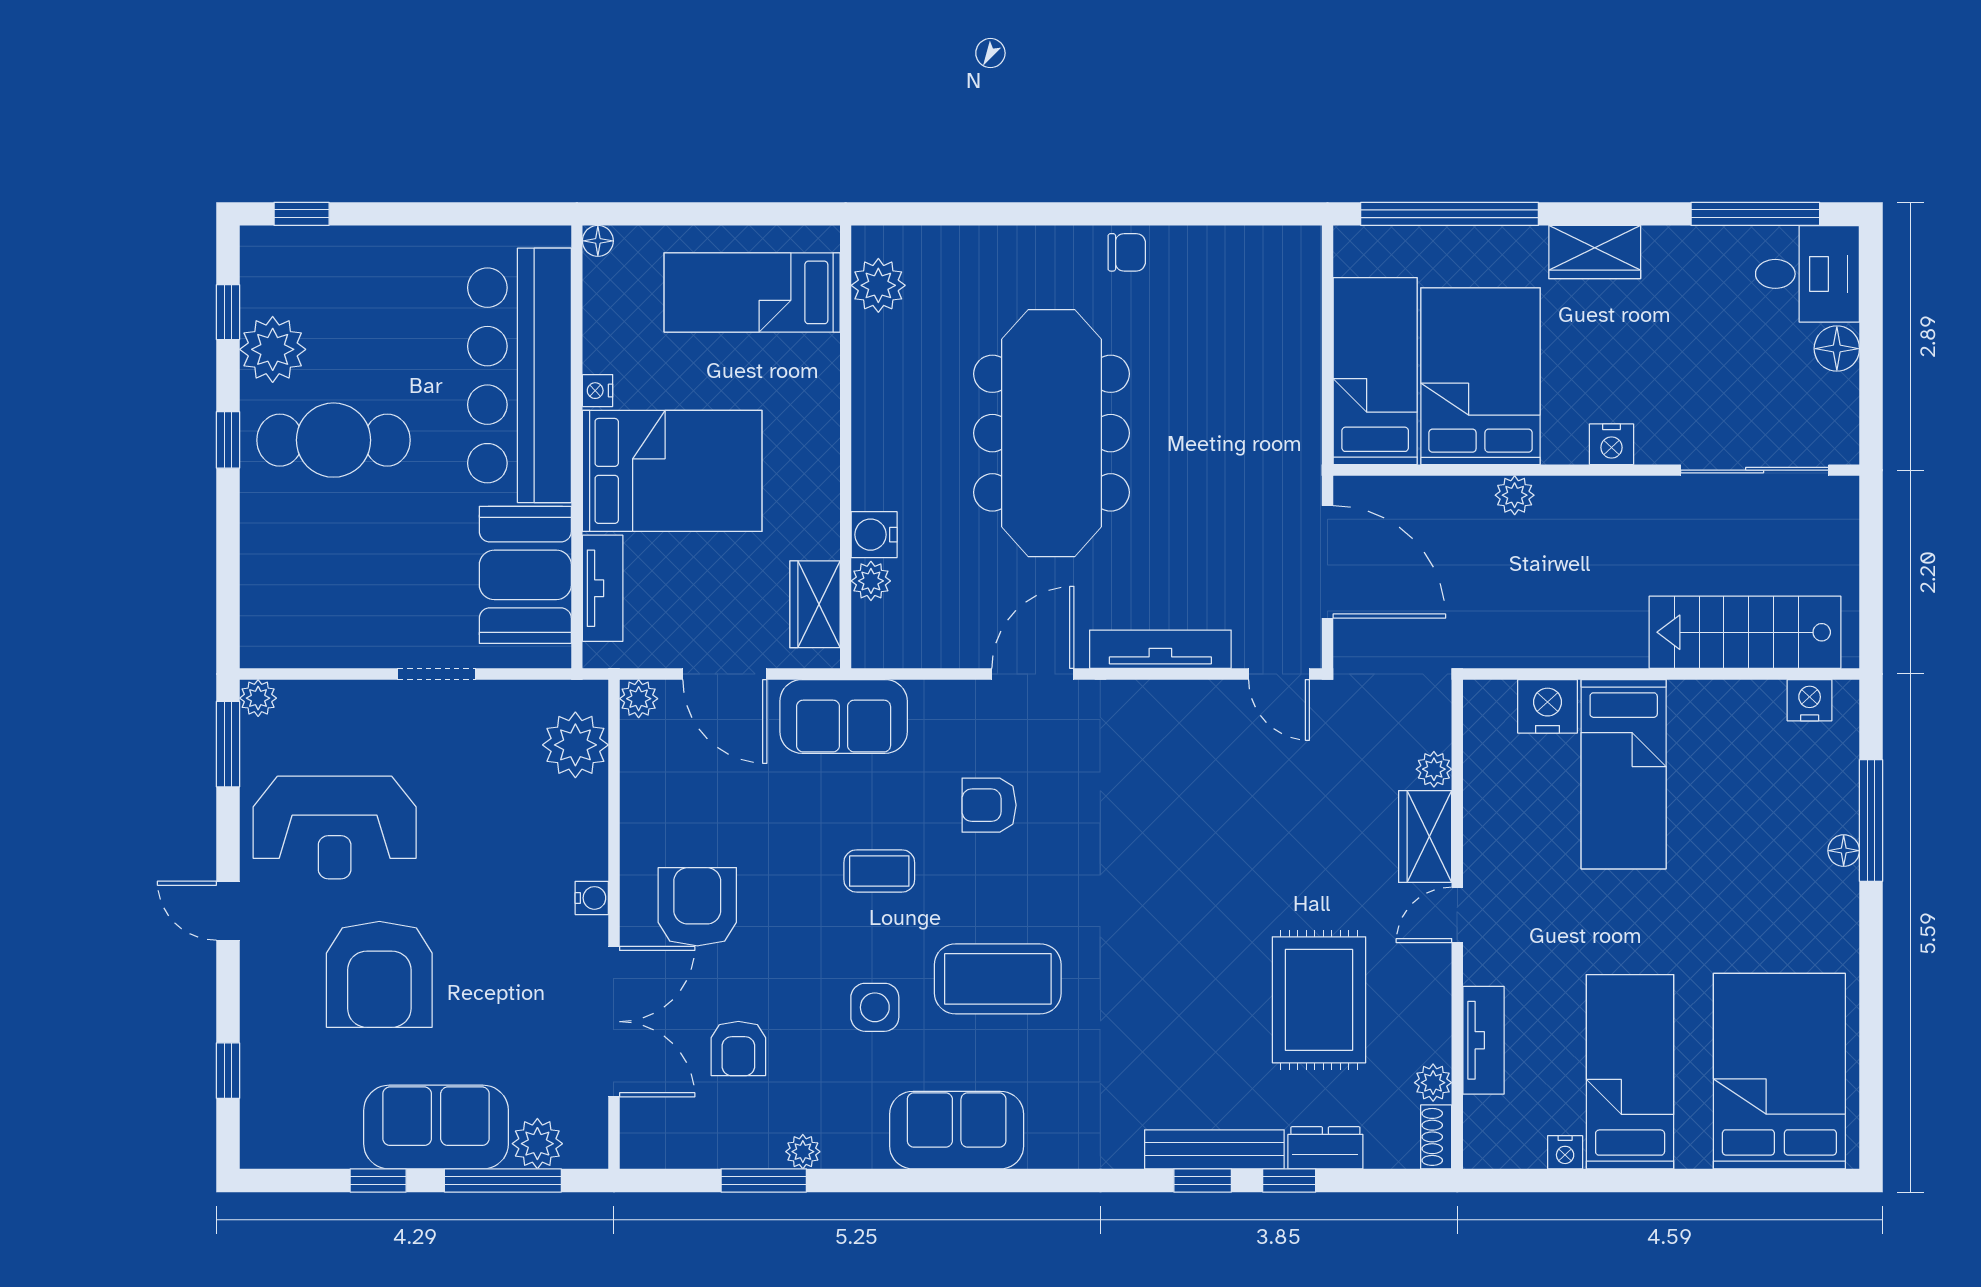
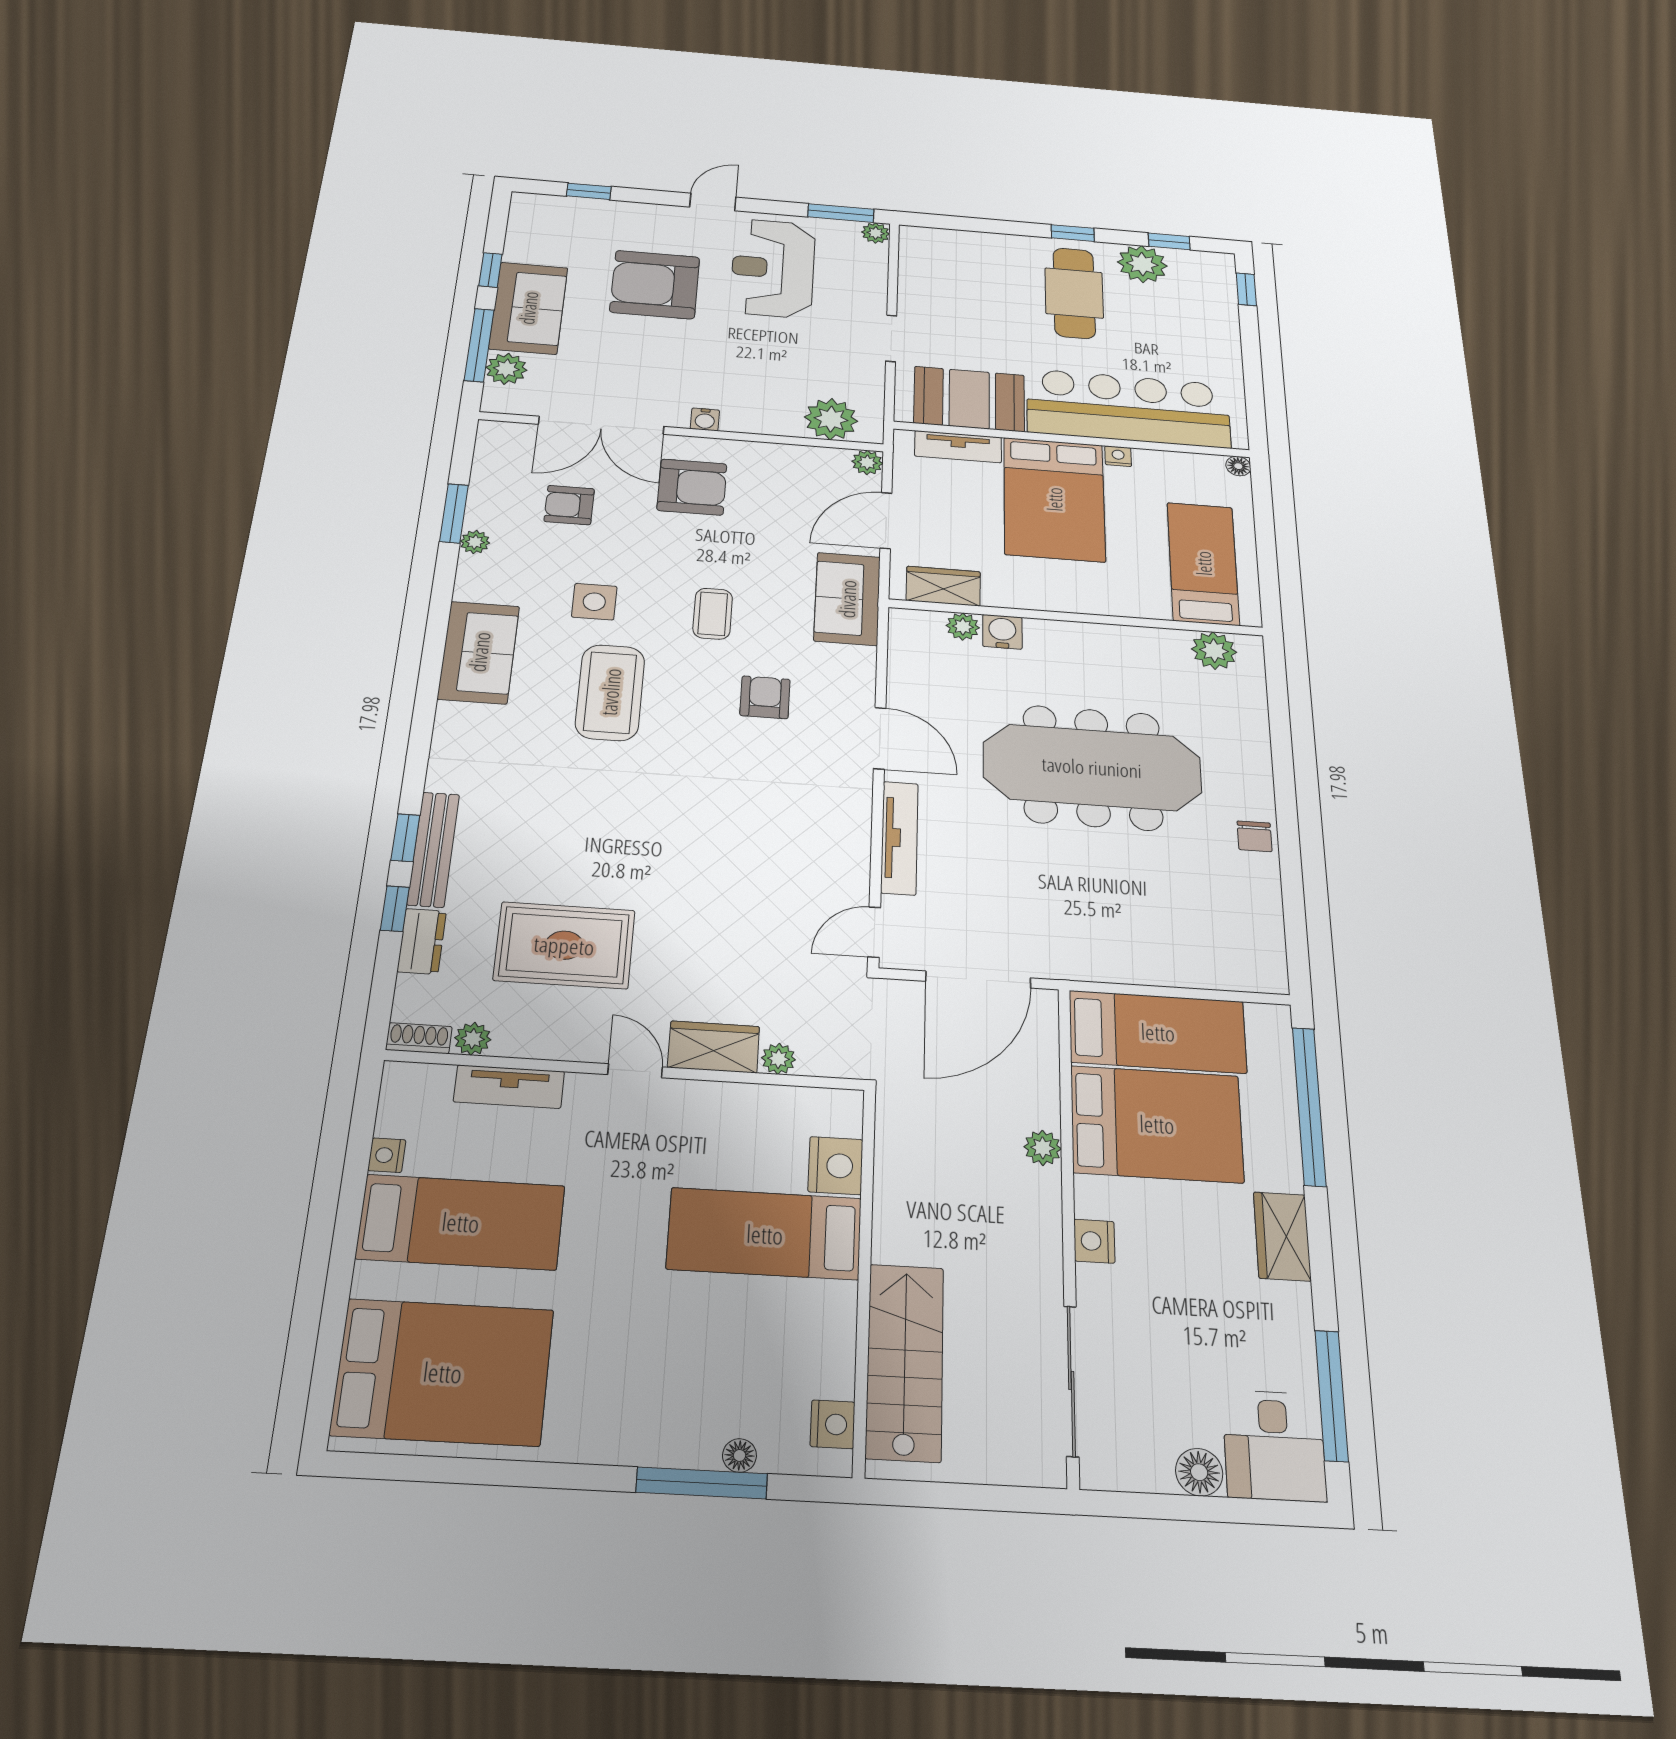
floor lamp: (1844, 851) -> (739, 1455), moved

